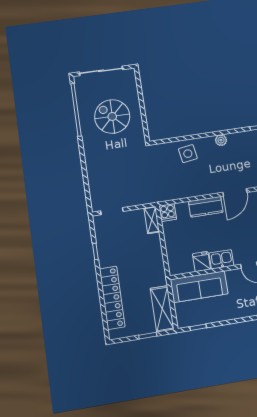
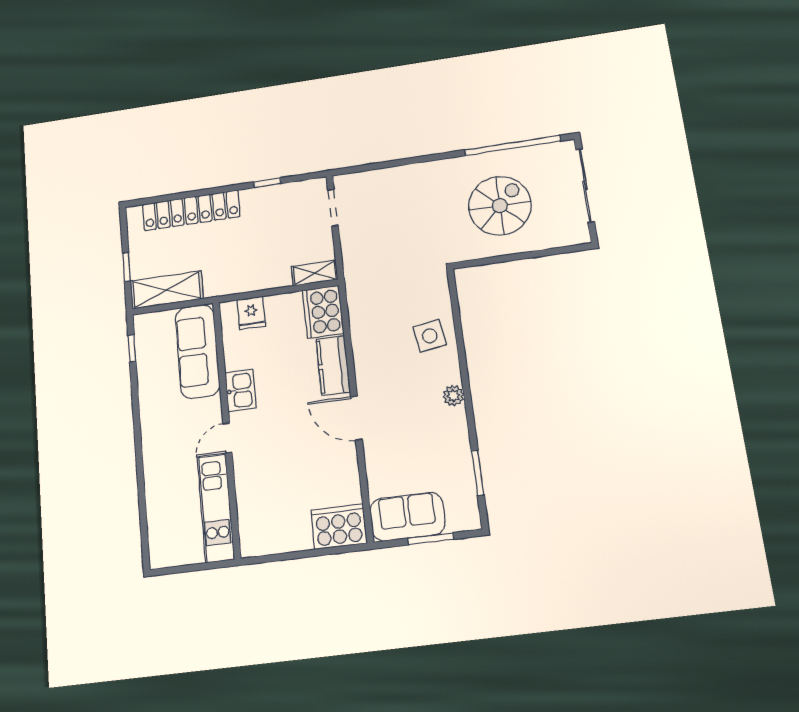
cooker: (168, 212) -> (323, 312), width x1.87, depth x1.31
fridge: (202, 262) -> (251, 313), moved, turned 90

